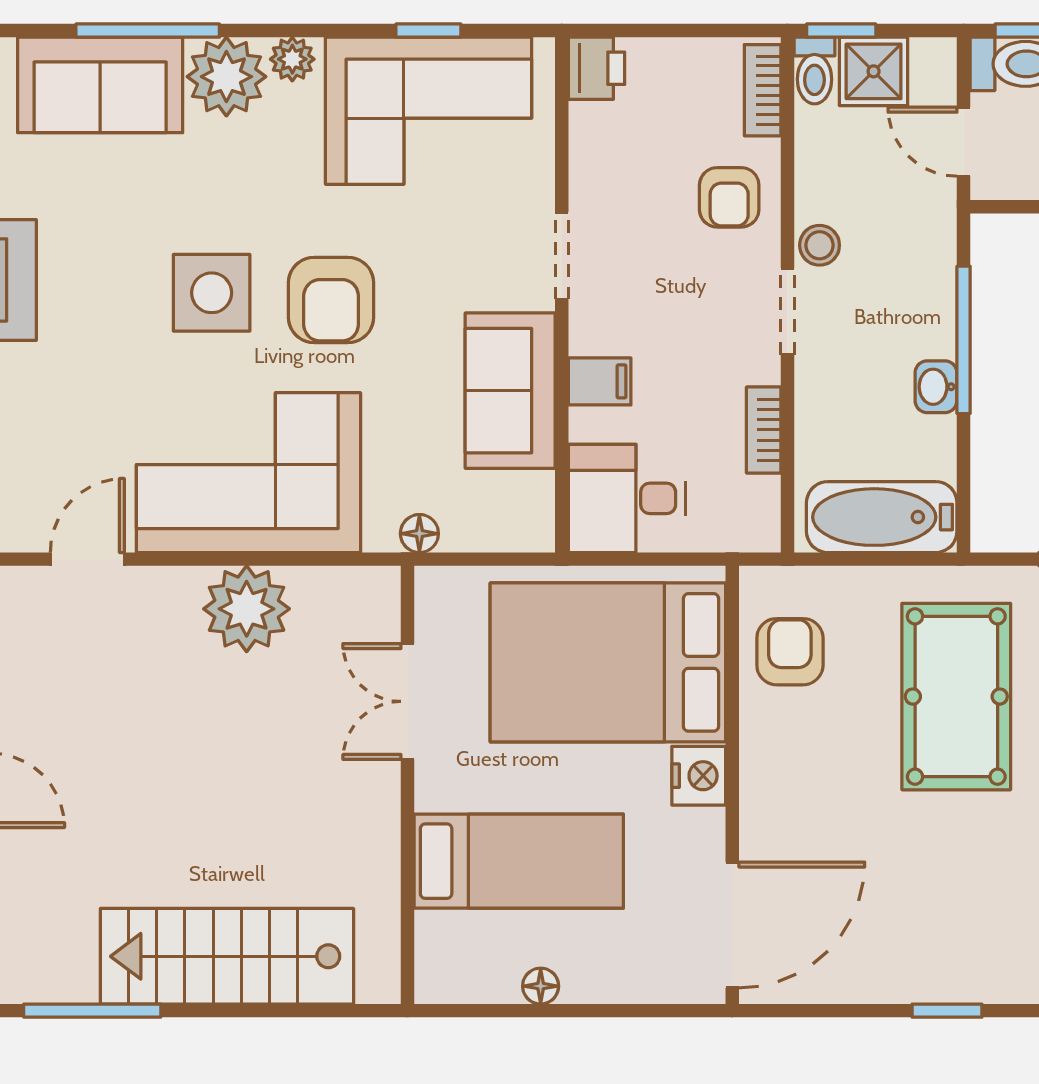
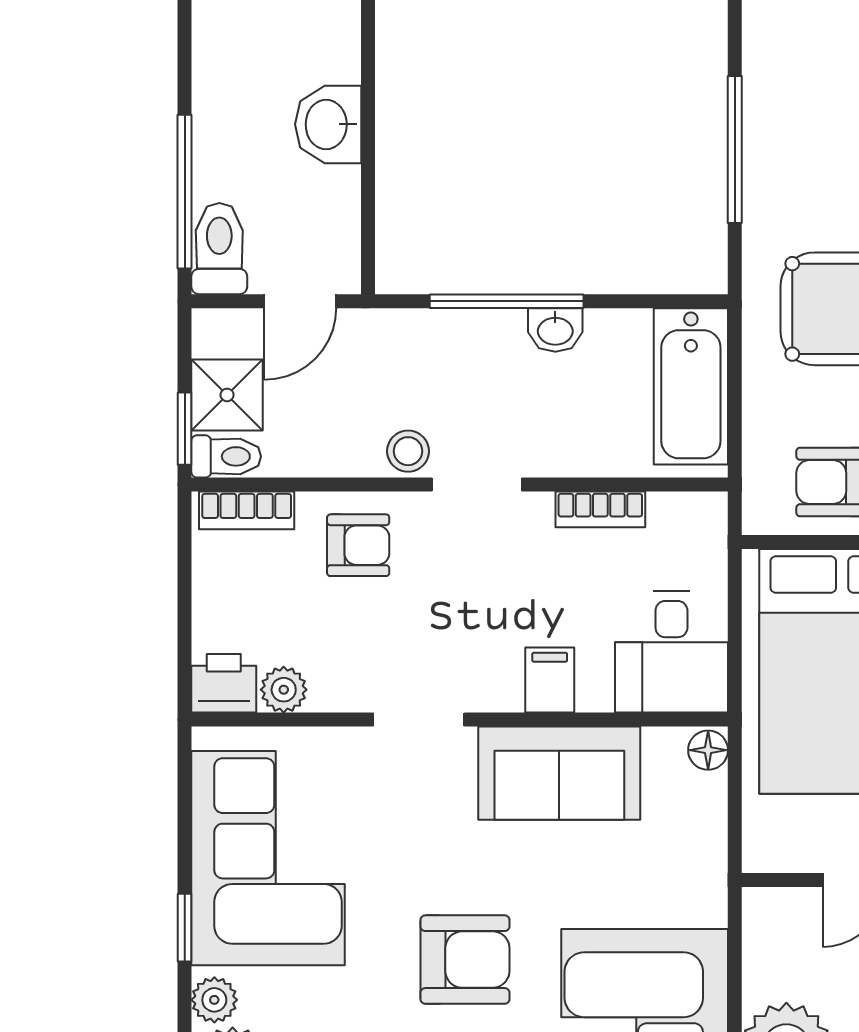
window: (428, 31) -> (185, 928), moved
plant: (590, 126) -> (284, 690), added
floor lamp: (419, 534) -> (708, 750), moved

